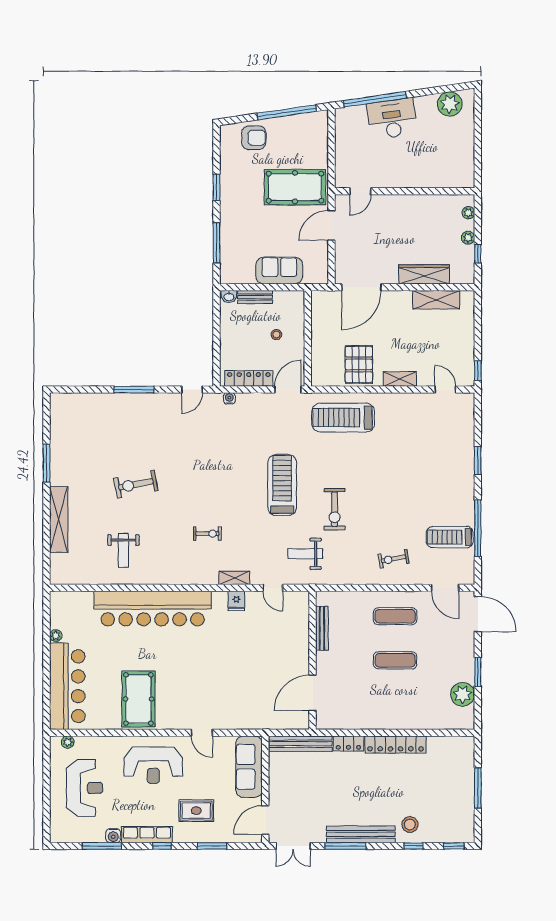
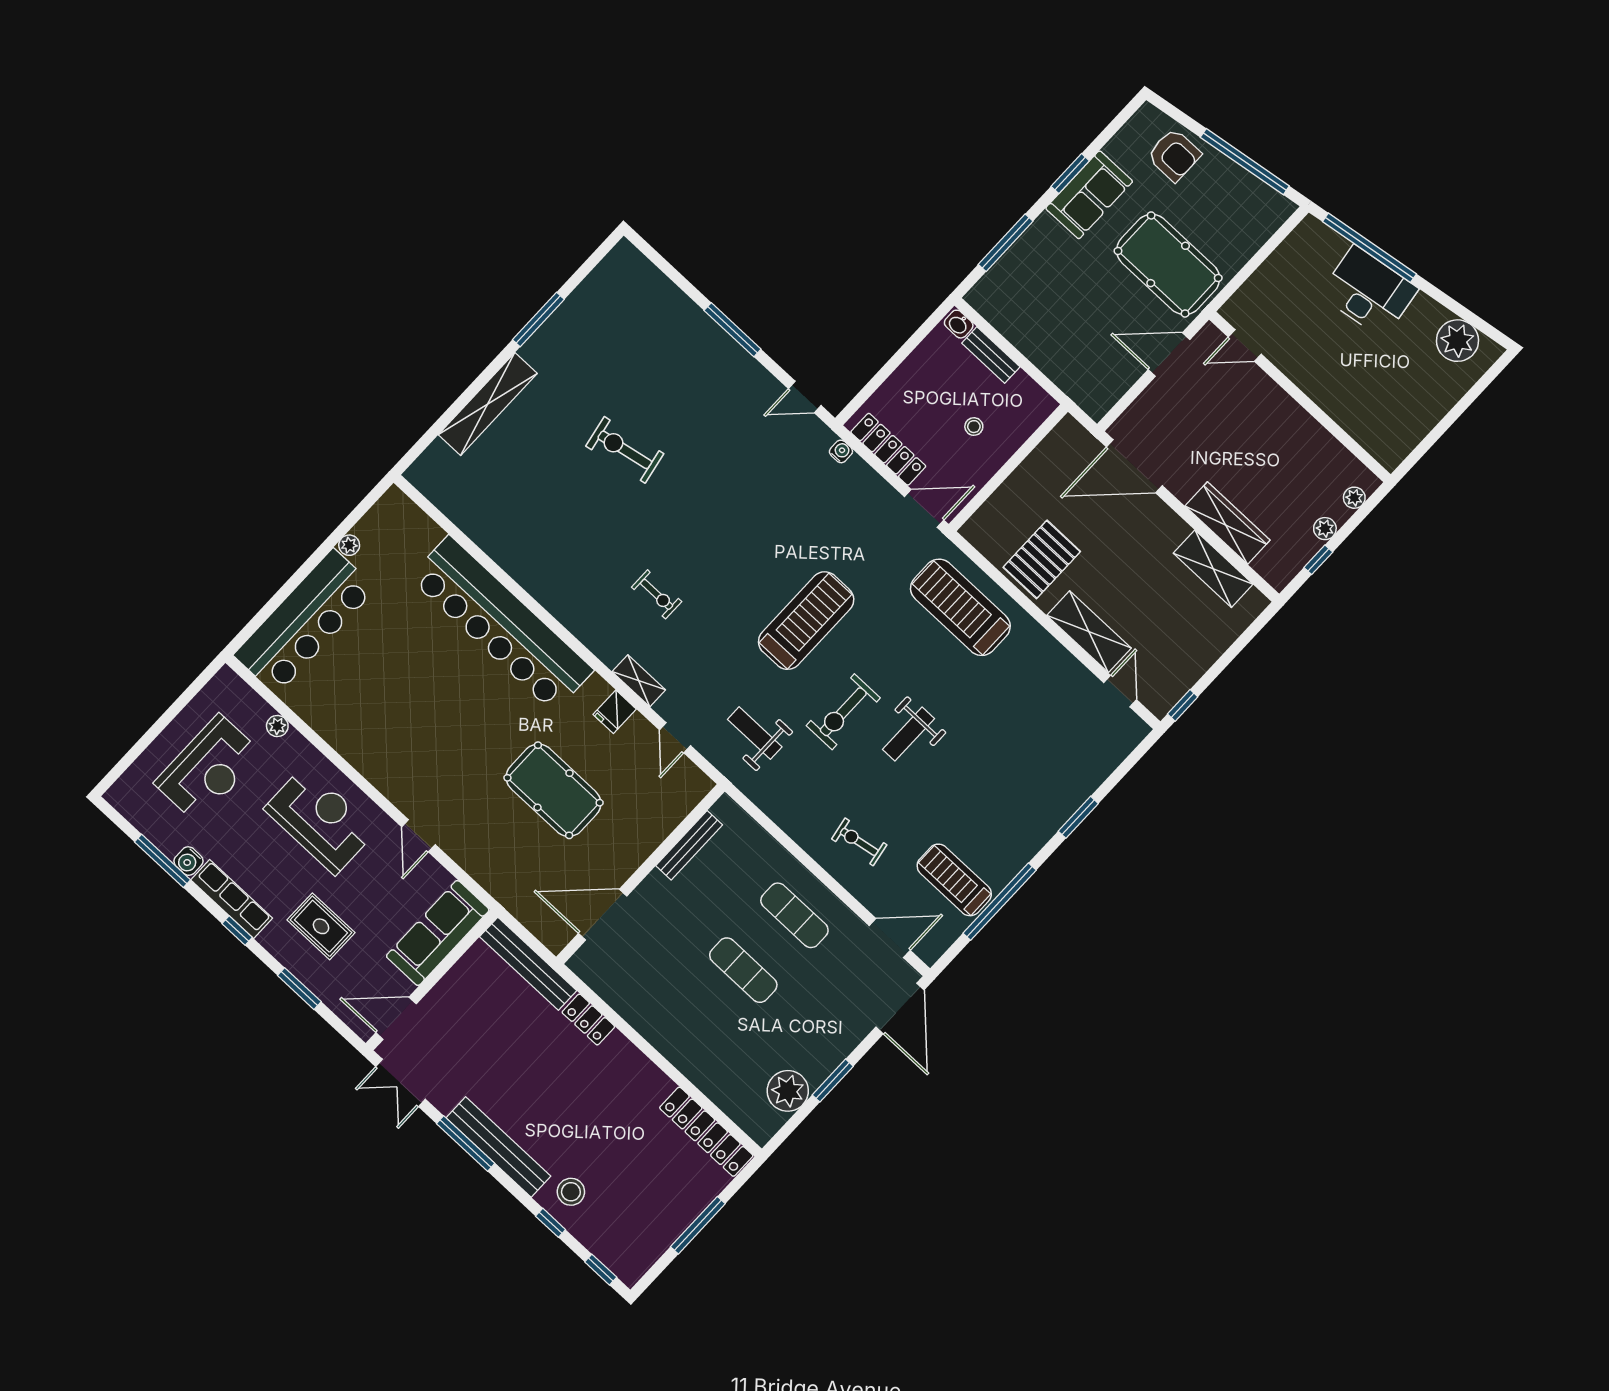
sofa: (279, 271) -> (1089, 195), moved, turned 90
shelving: (400, 379) -> (1089, 632), width x1.50, depth x1.33
weight bench: (123, 550) -> (908, 734), moved
door: (445, 588) -> (890, 938), swing flipped
pool table: (138, 699) -> (554, 790), moved, turned 90
plant: (68, 742) -> (277, 726), moved
locker: (396, 744) -> (706, 1132), moved
reception desk: (153, 765) -> (320, 820), turned 180

